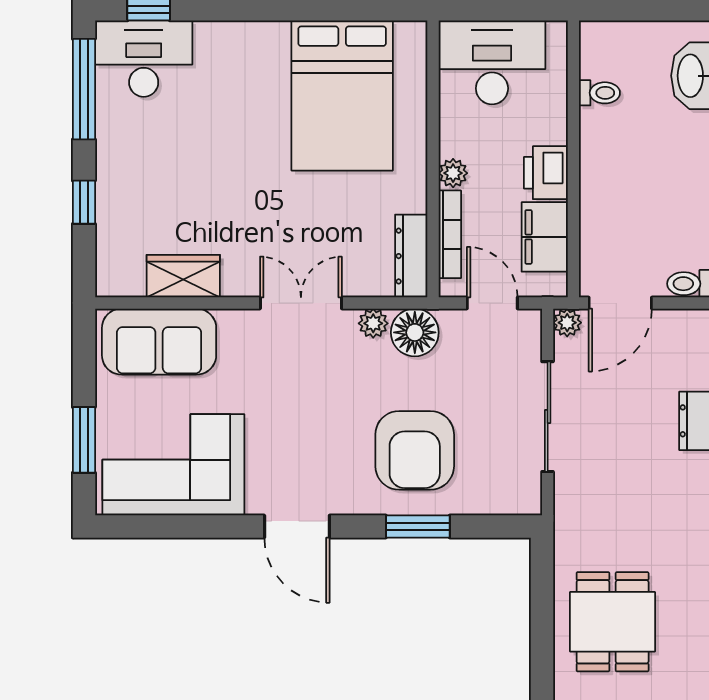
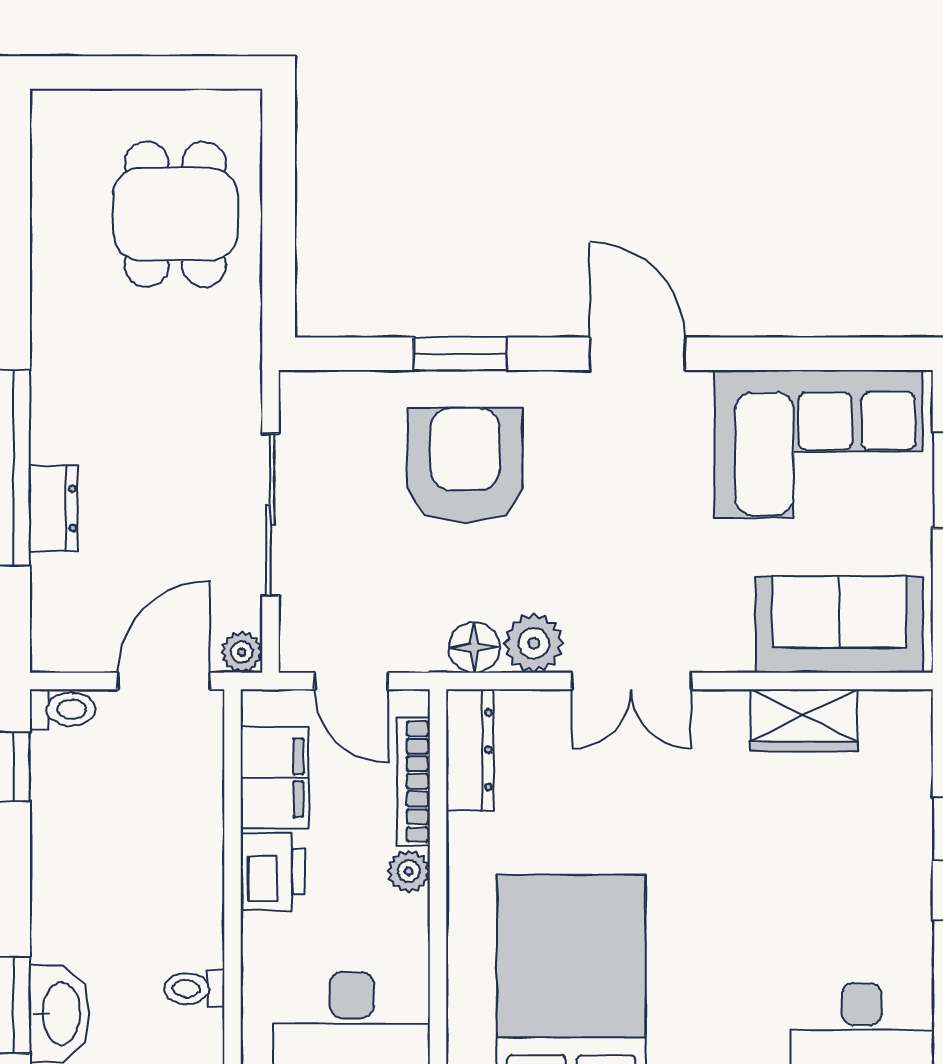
plant: (373, 323) -> (534, 643), width x1.38, depth x1.38
floor lamp: (415, 332) -> (474, 647), width x0.73, depth x0.73

